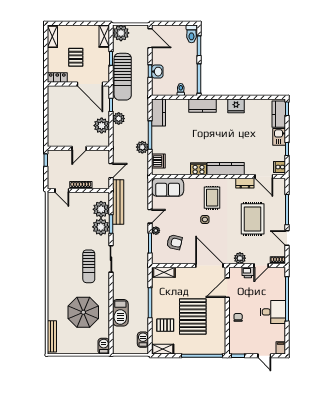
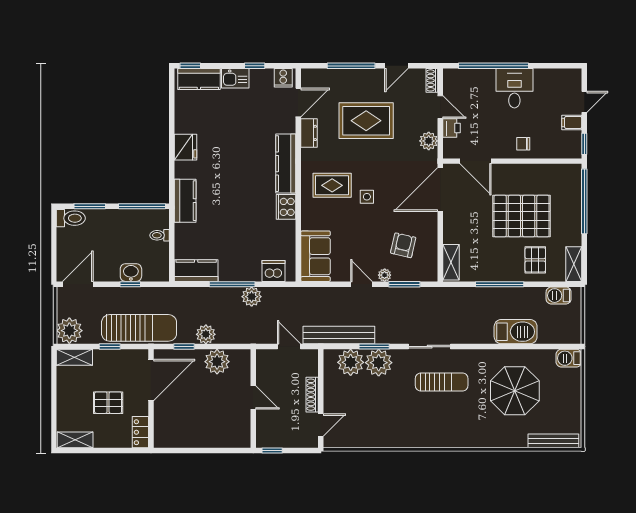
filing cabinet: (281, 348) -> (572, 122), moved

